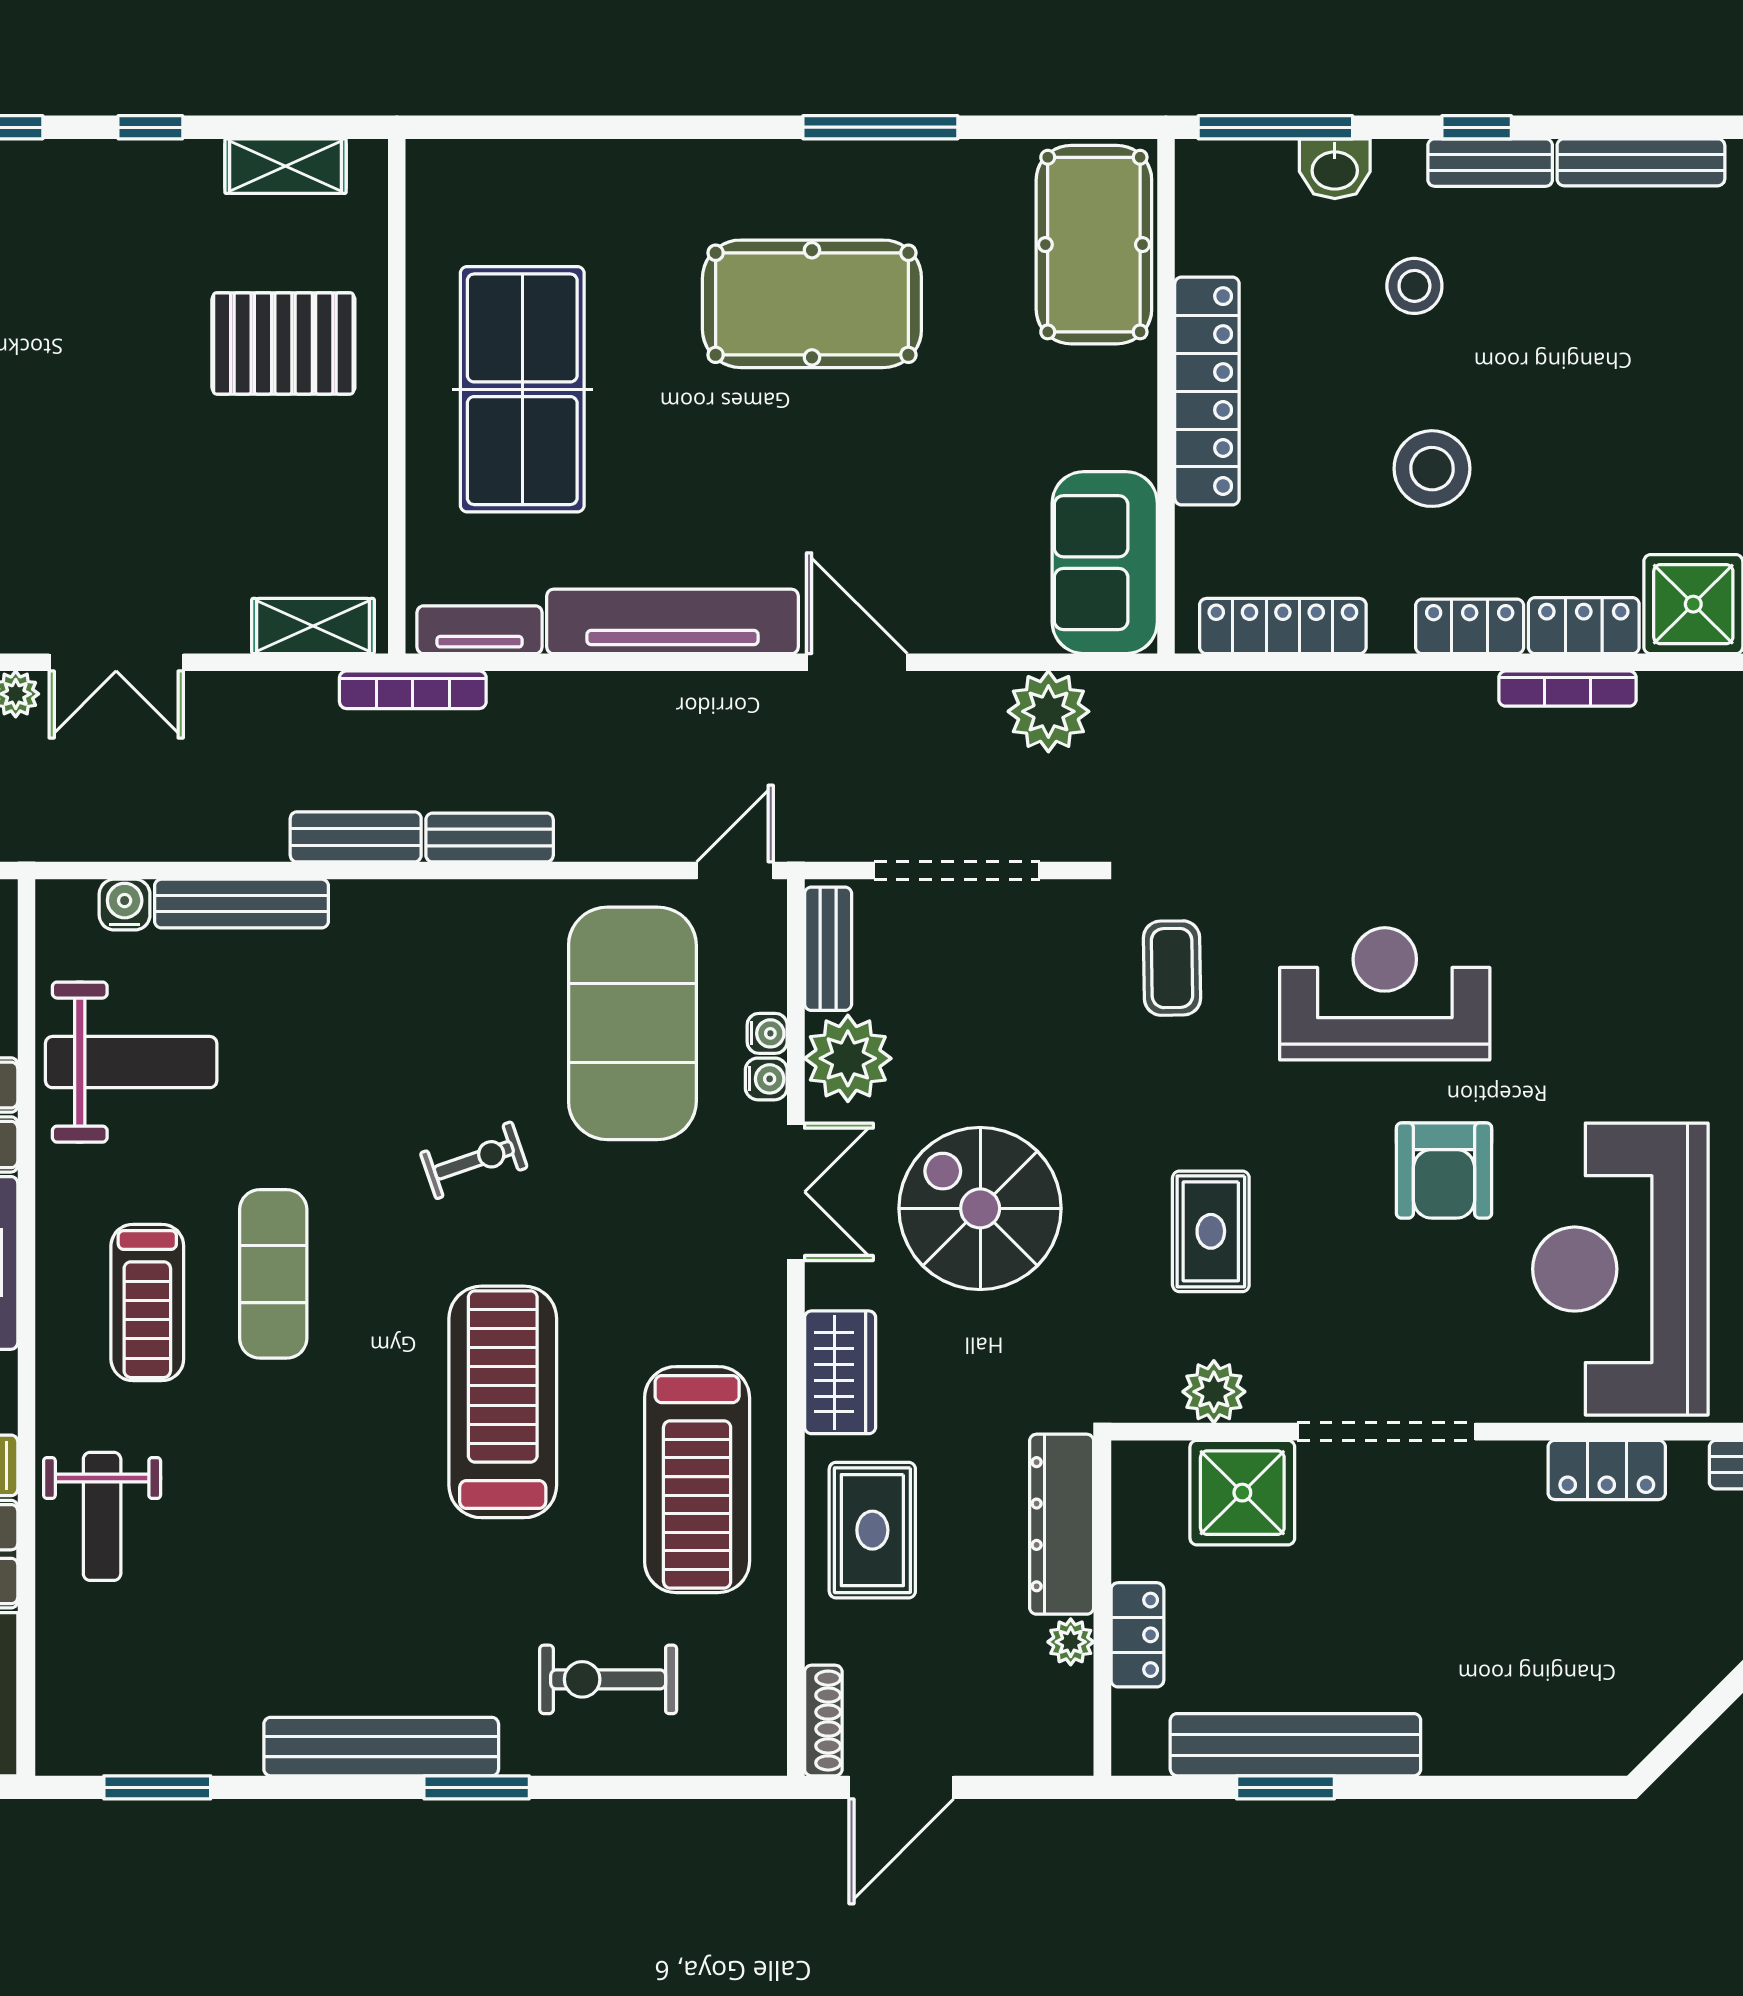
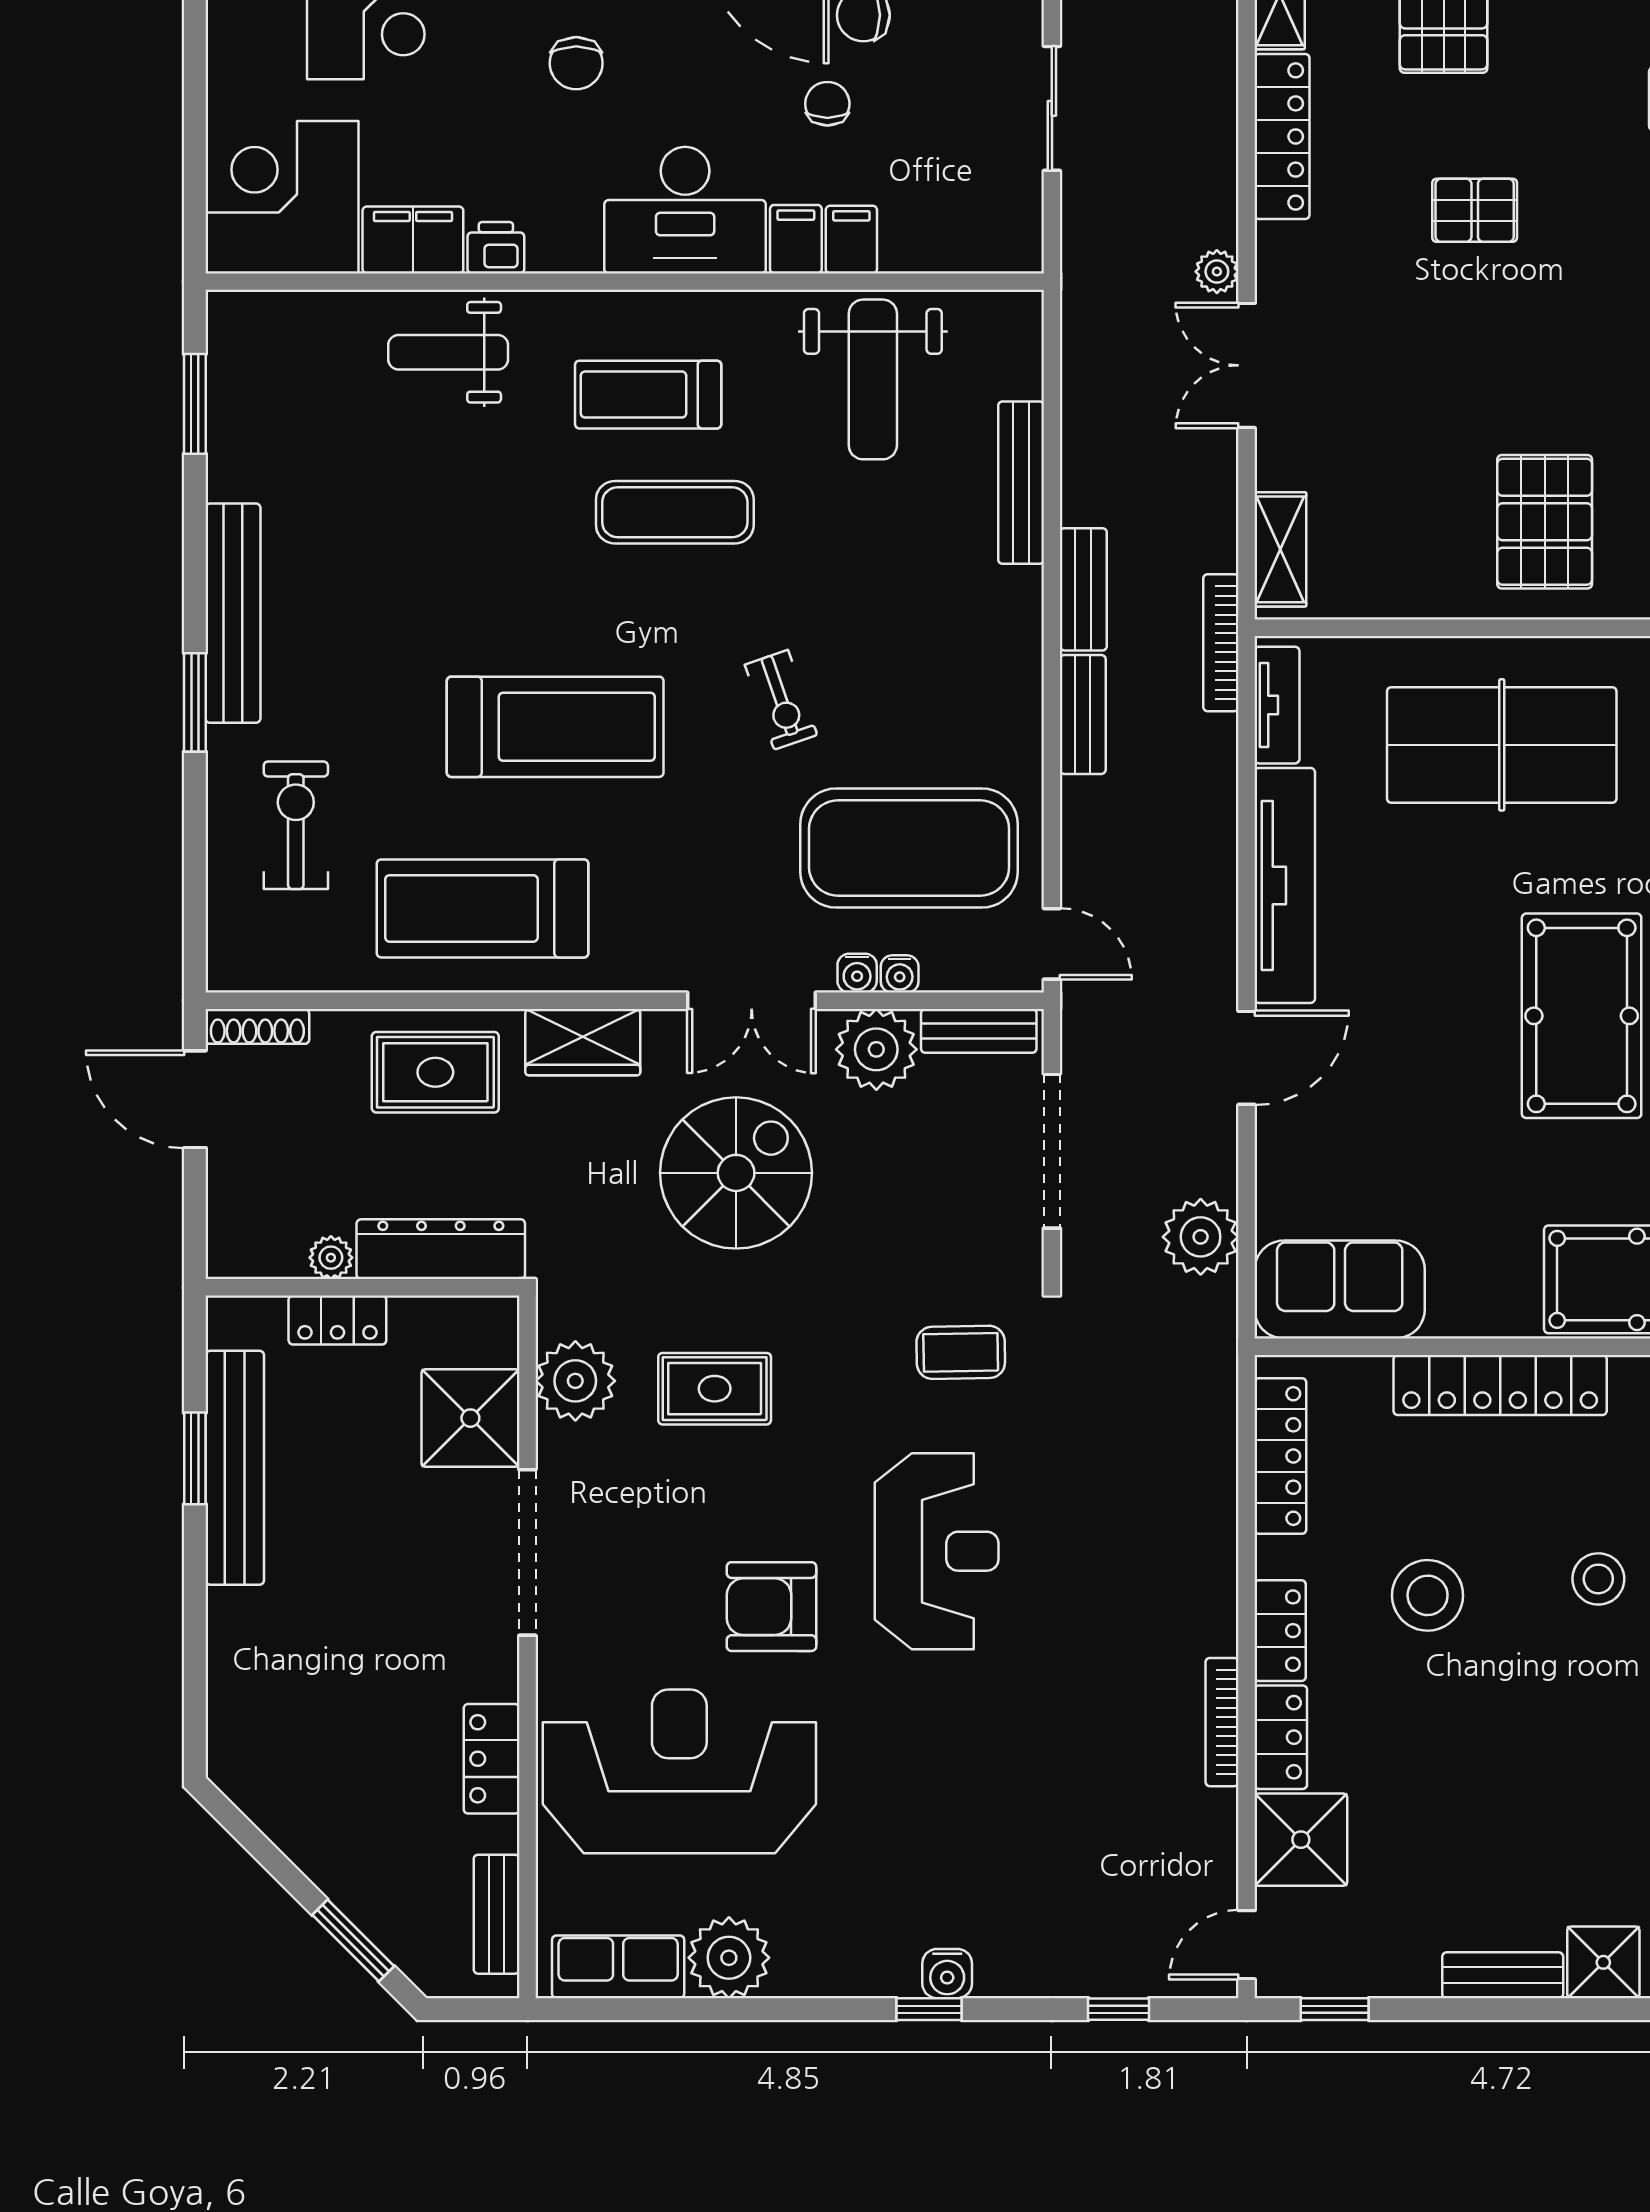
water cooler: (125, 905) -> (1020, 373), removed
plant: (1214, 1392) -> (575, 1381), width x1.36, depth x1.36

